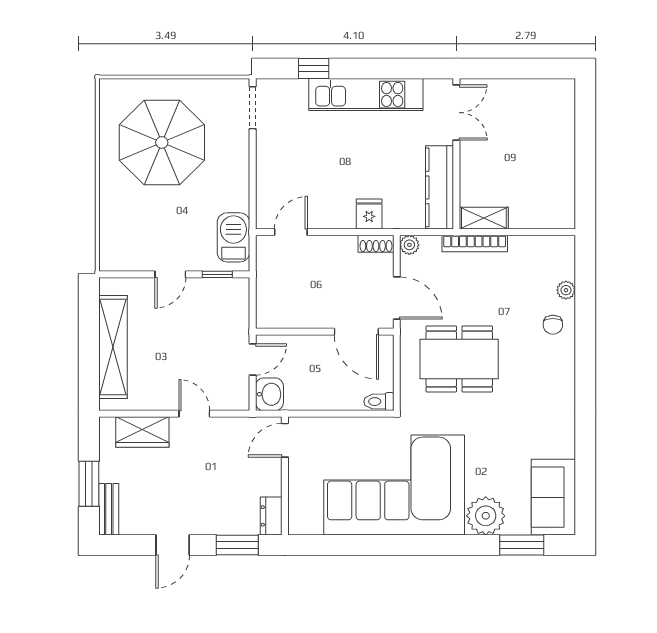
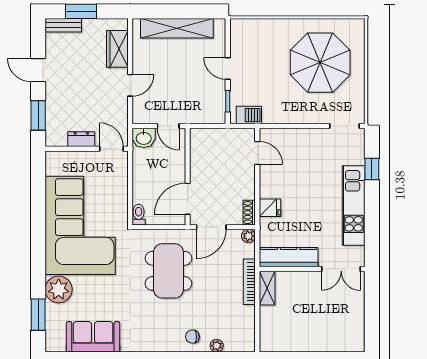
barbecue: (233, 237) -> (249, 115), width x0.73, depth x0.79
sofa: (553, 497) -> (93, 337), moved
dresser: (271, 516) -> (81, 139), moved

